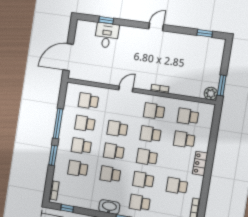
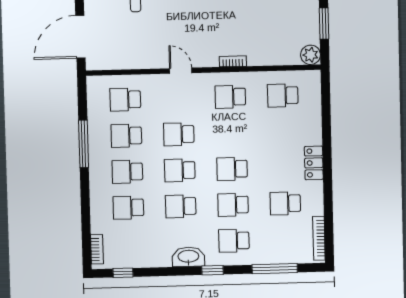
window: (222, 85) -> (324, 24), moved
door: (126, 89) -> (181, 71), hinge flipped
school desk: (151, 134) -> (231, 133), removed
school desk: (184, 140) -> (284, 132), removed
window: (53, 155) -> (85, 195), removed

